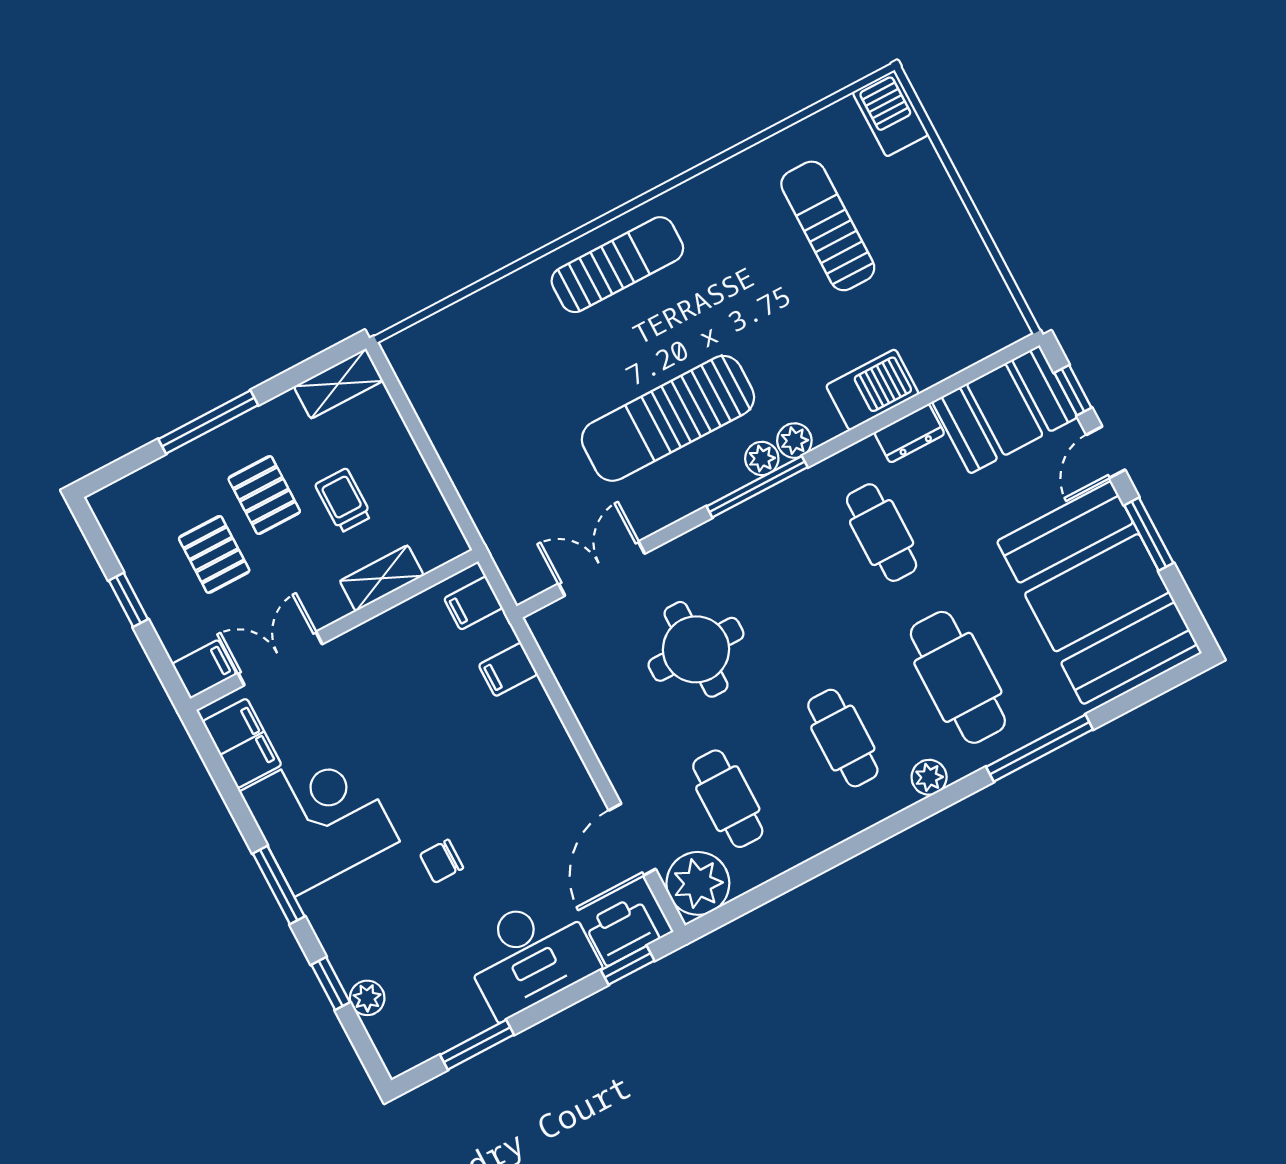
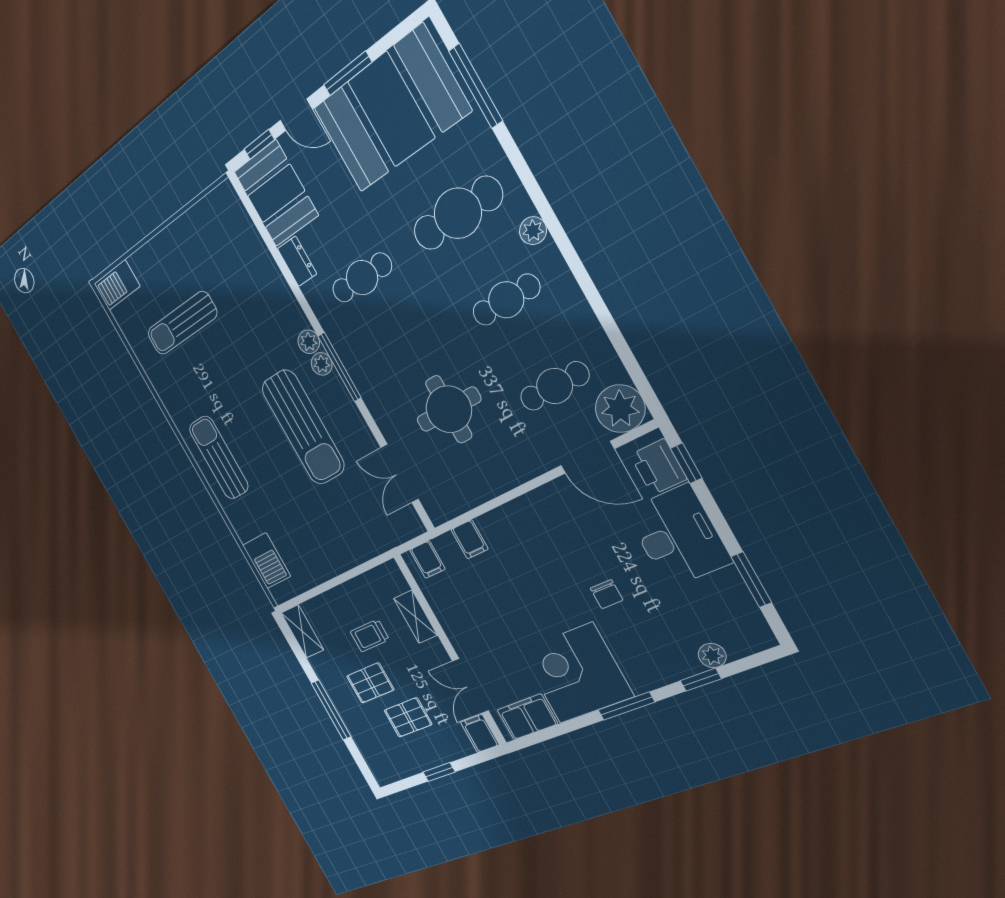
barbecue: (872, 390) -> (267, 561), moved, turned 180
window: (1040, 748) -> (476, 86), moved

